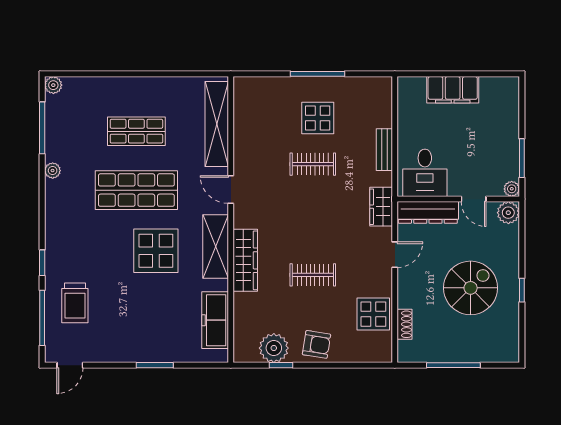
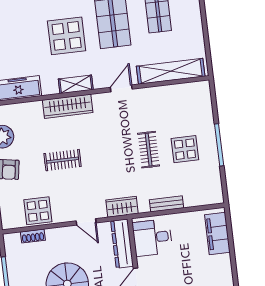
filing cabinet: (453, 90) -> (217, 233), moved
shelving: (216, 247) -> (76, 84), width x0.67, depth x0.75
clothes rail: (313, 275) -> (63, 160), turned 90

